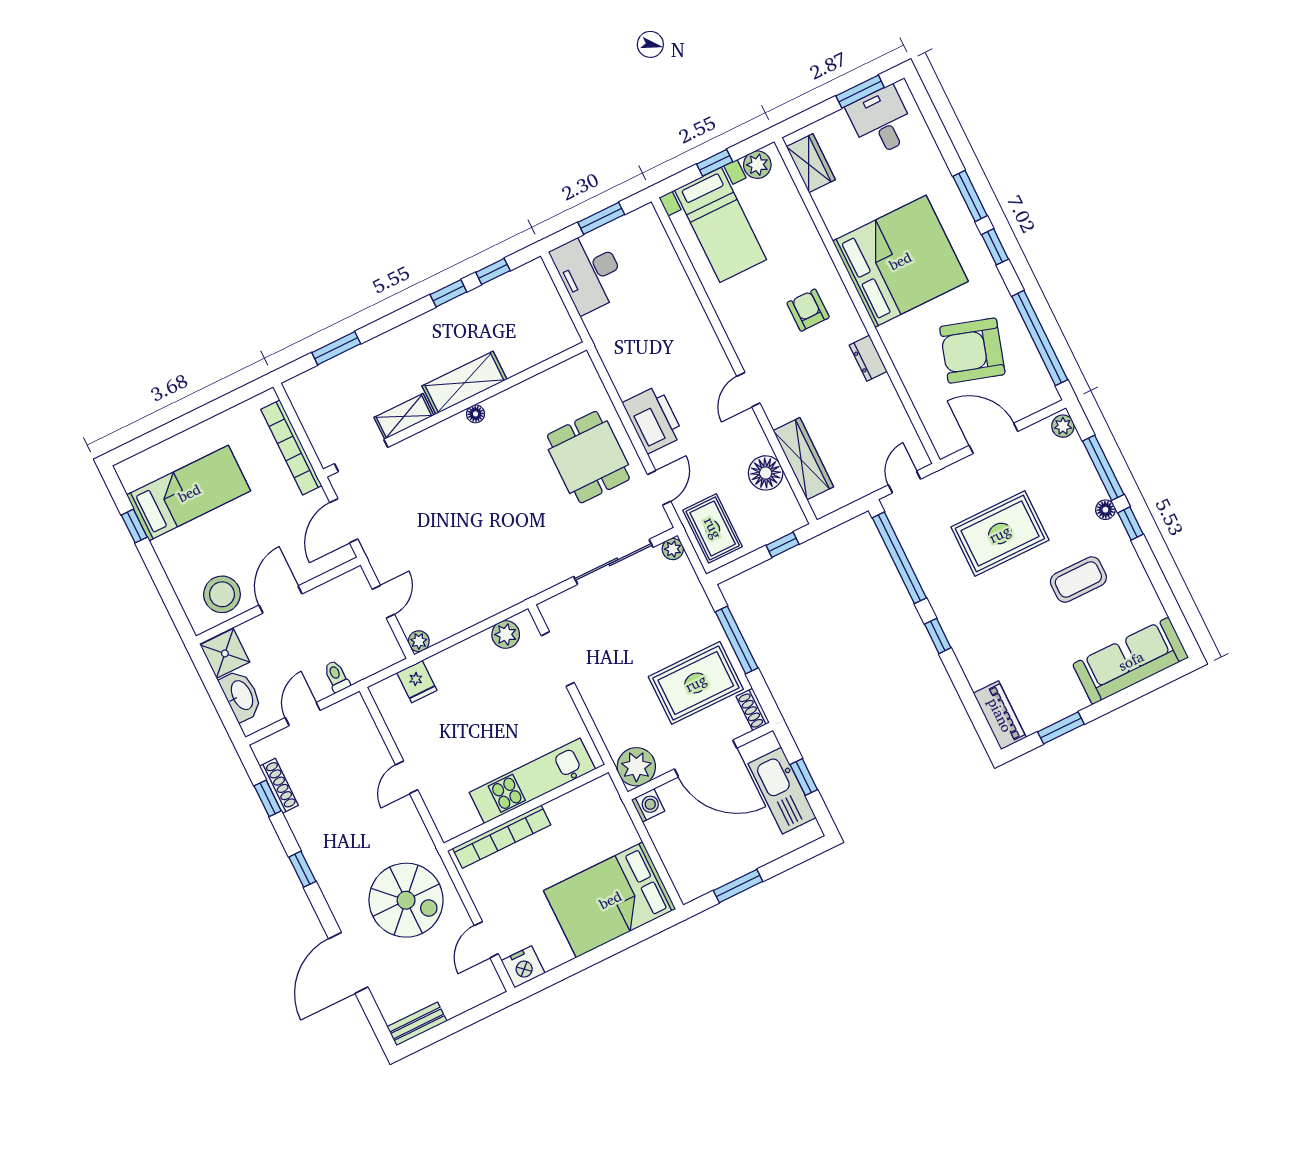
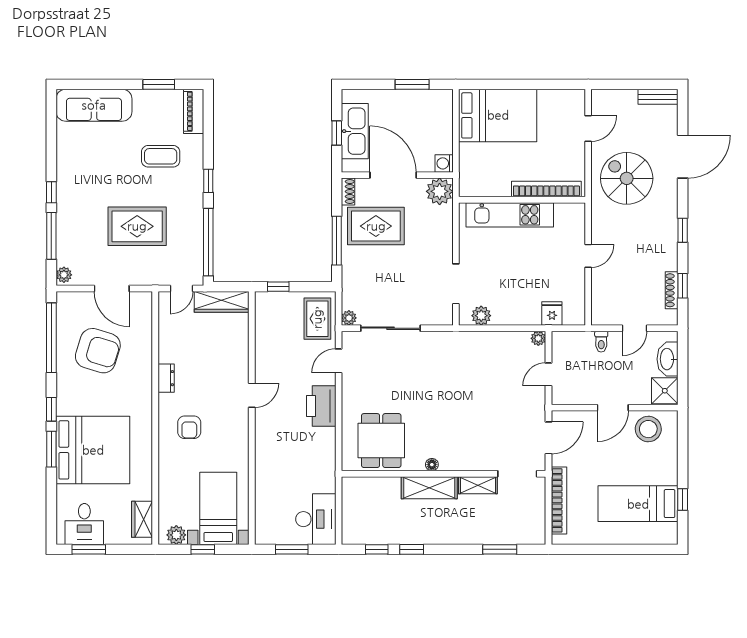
bed: (900, 261) -> (93, 450), moved, turned 180
dining table: (588, 457) -> (381, 441), moved
wardrobe: (803, 459) -> (222, 302), moved, turned -90
floor lamp: (766, 473) -> (267, 337), removed
floor lamp: (1105, 510) -> (63, 209), removed
coffee table: (1078, 580) -> (161, 156), moved
nightstand: (523, 967) -> (573, 100), removed

